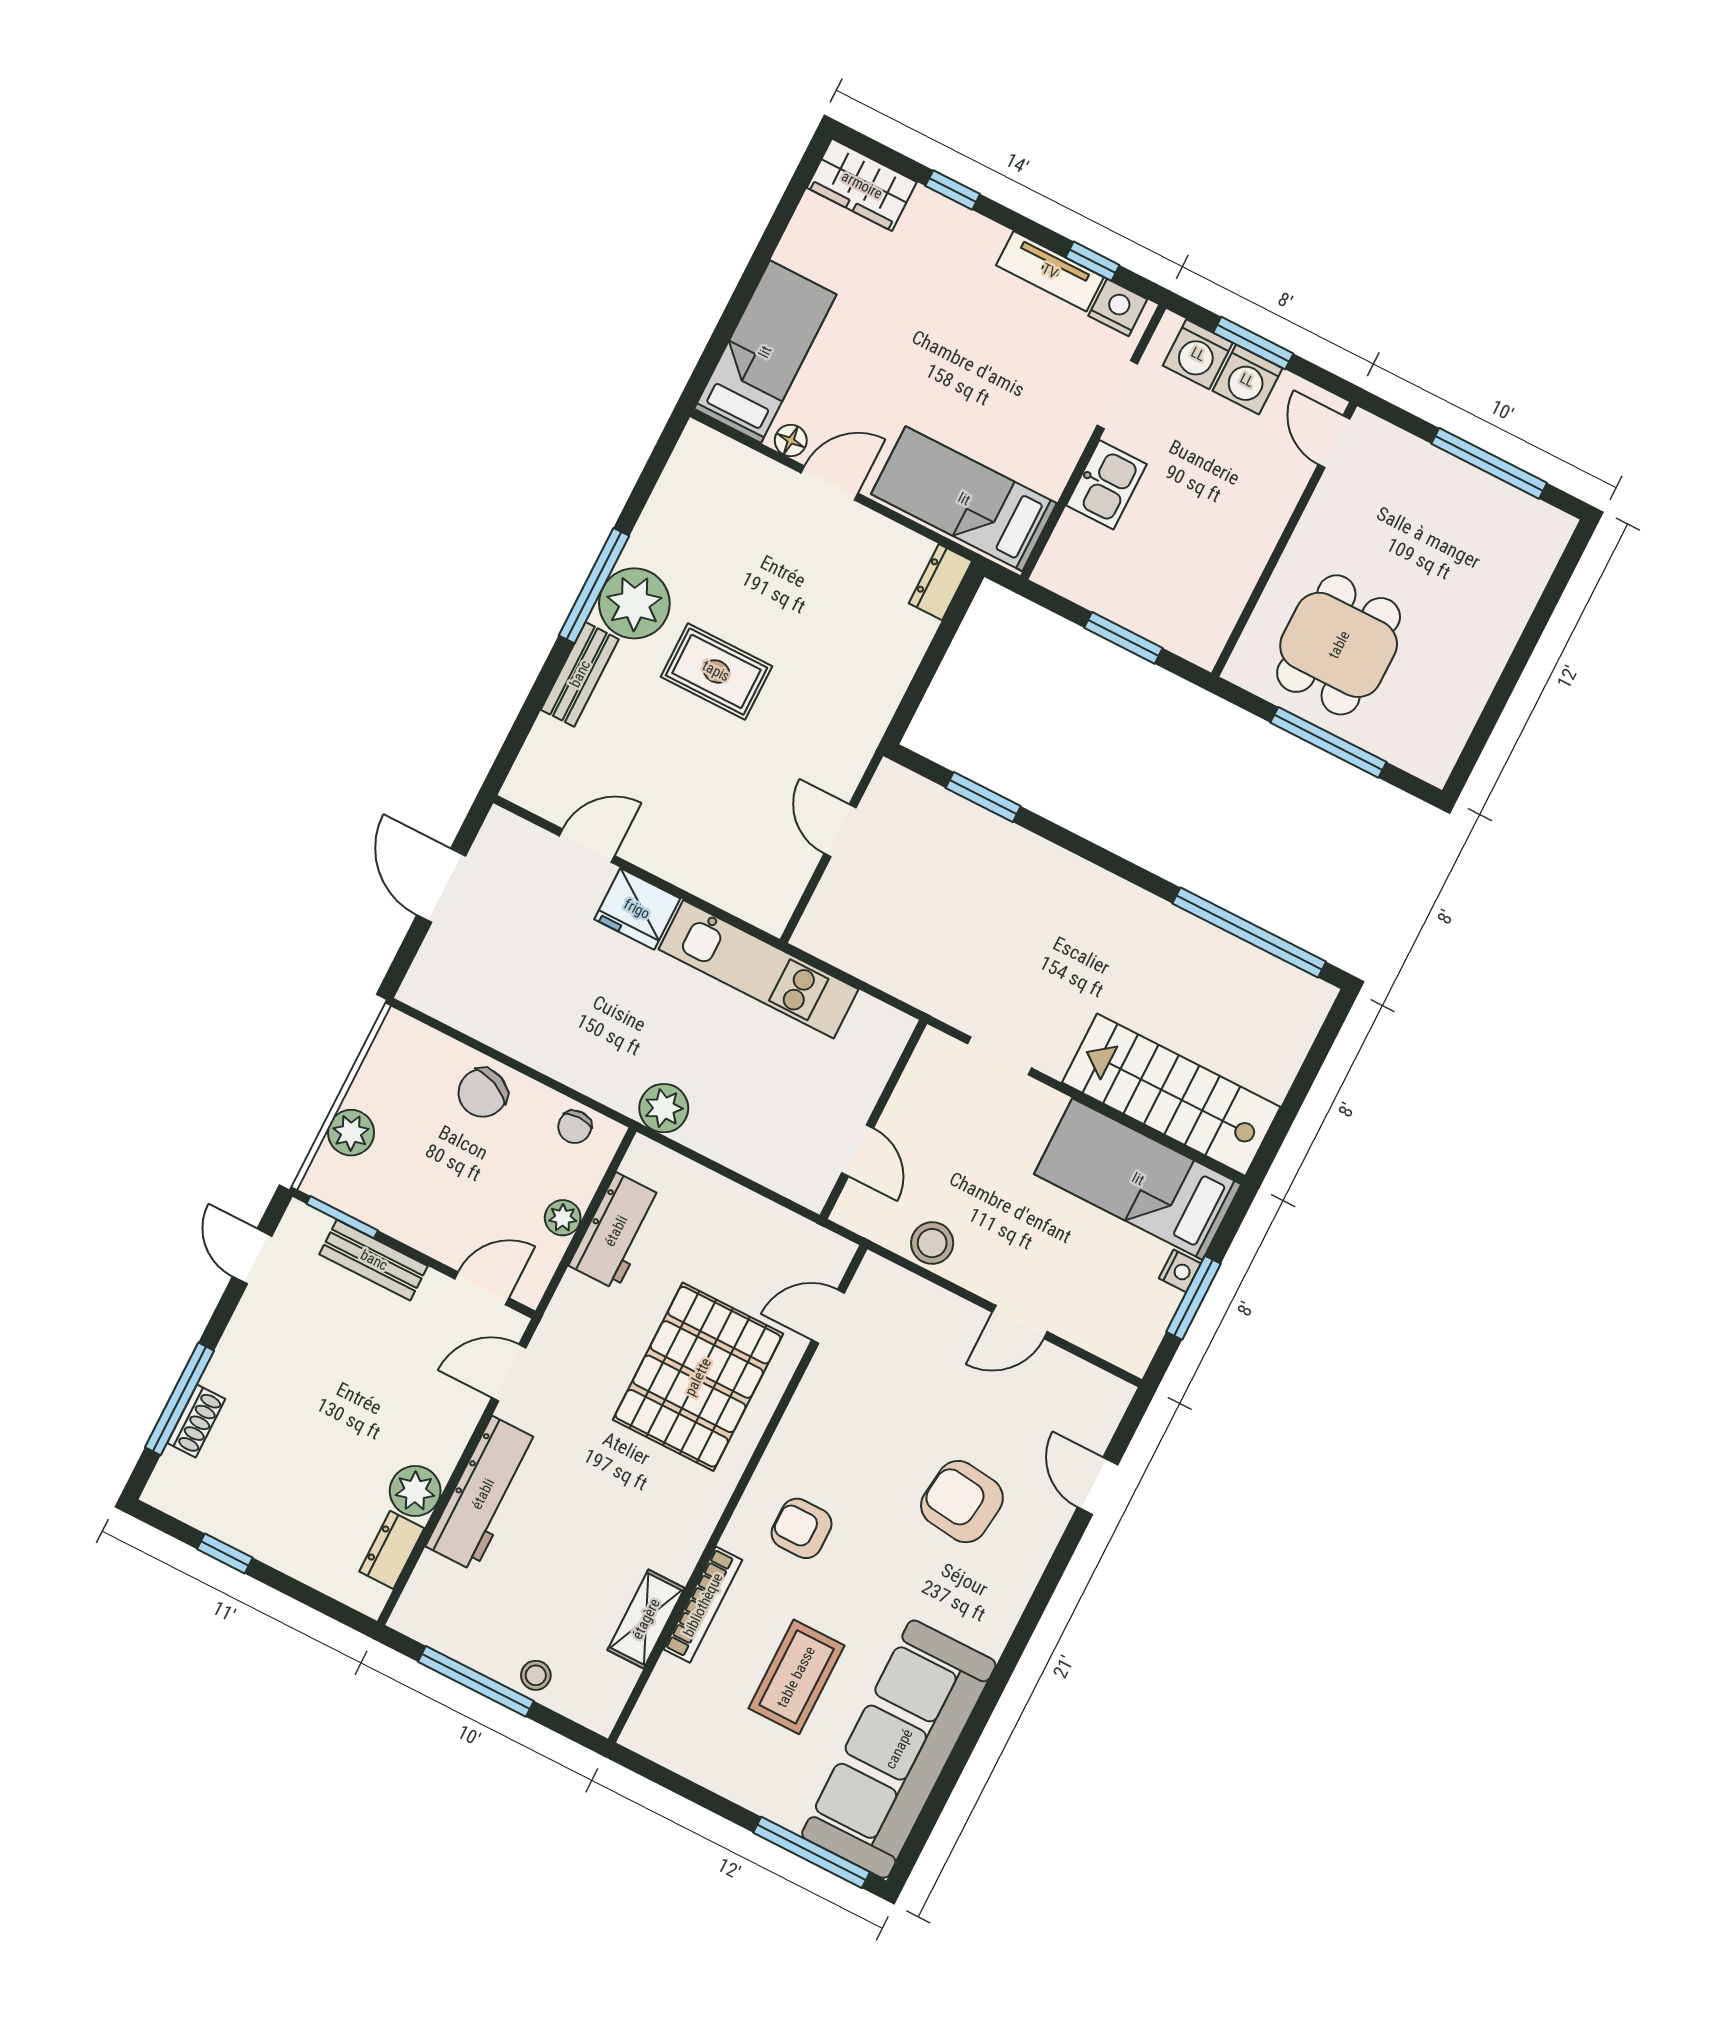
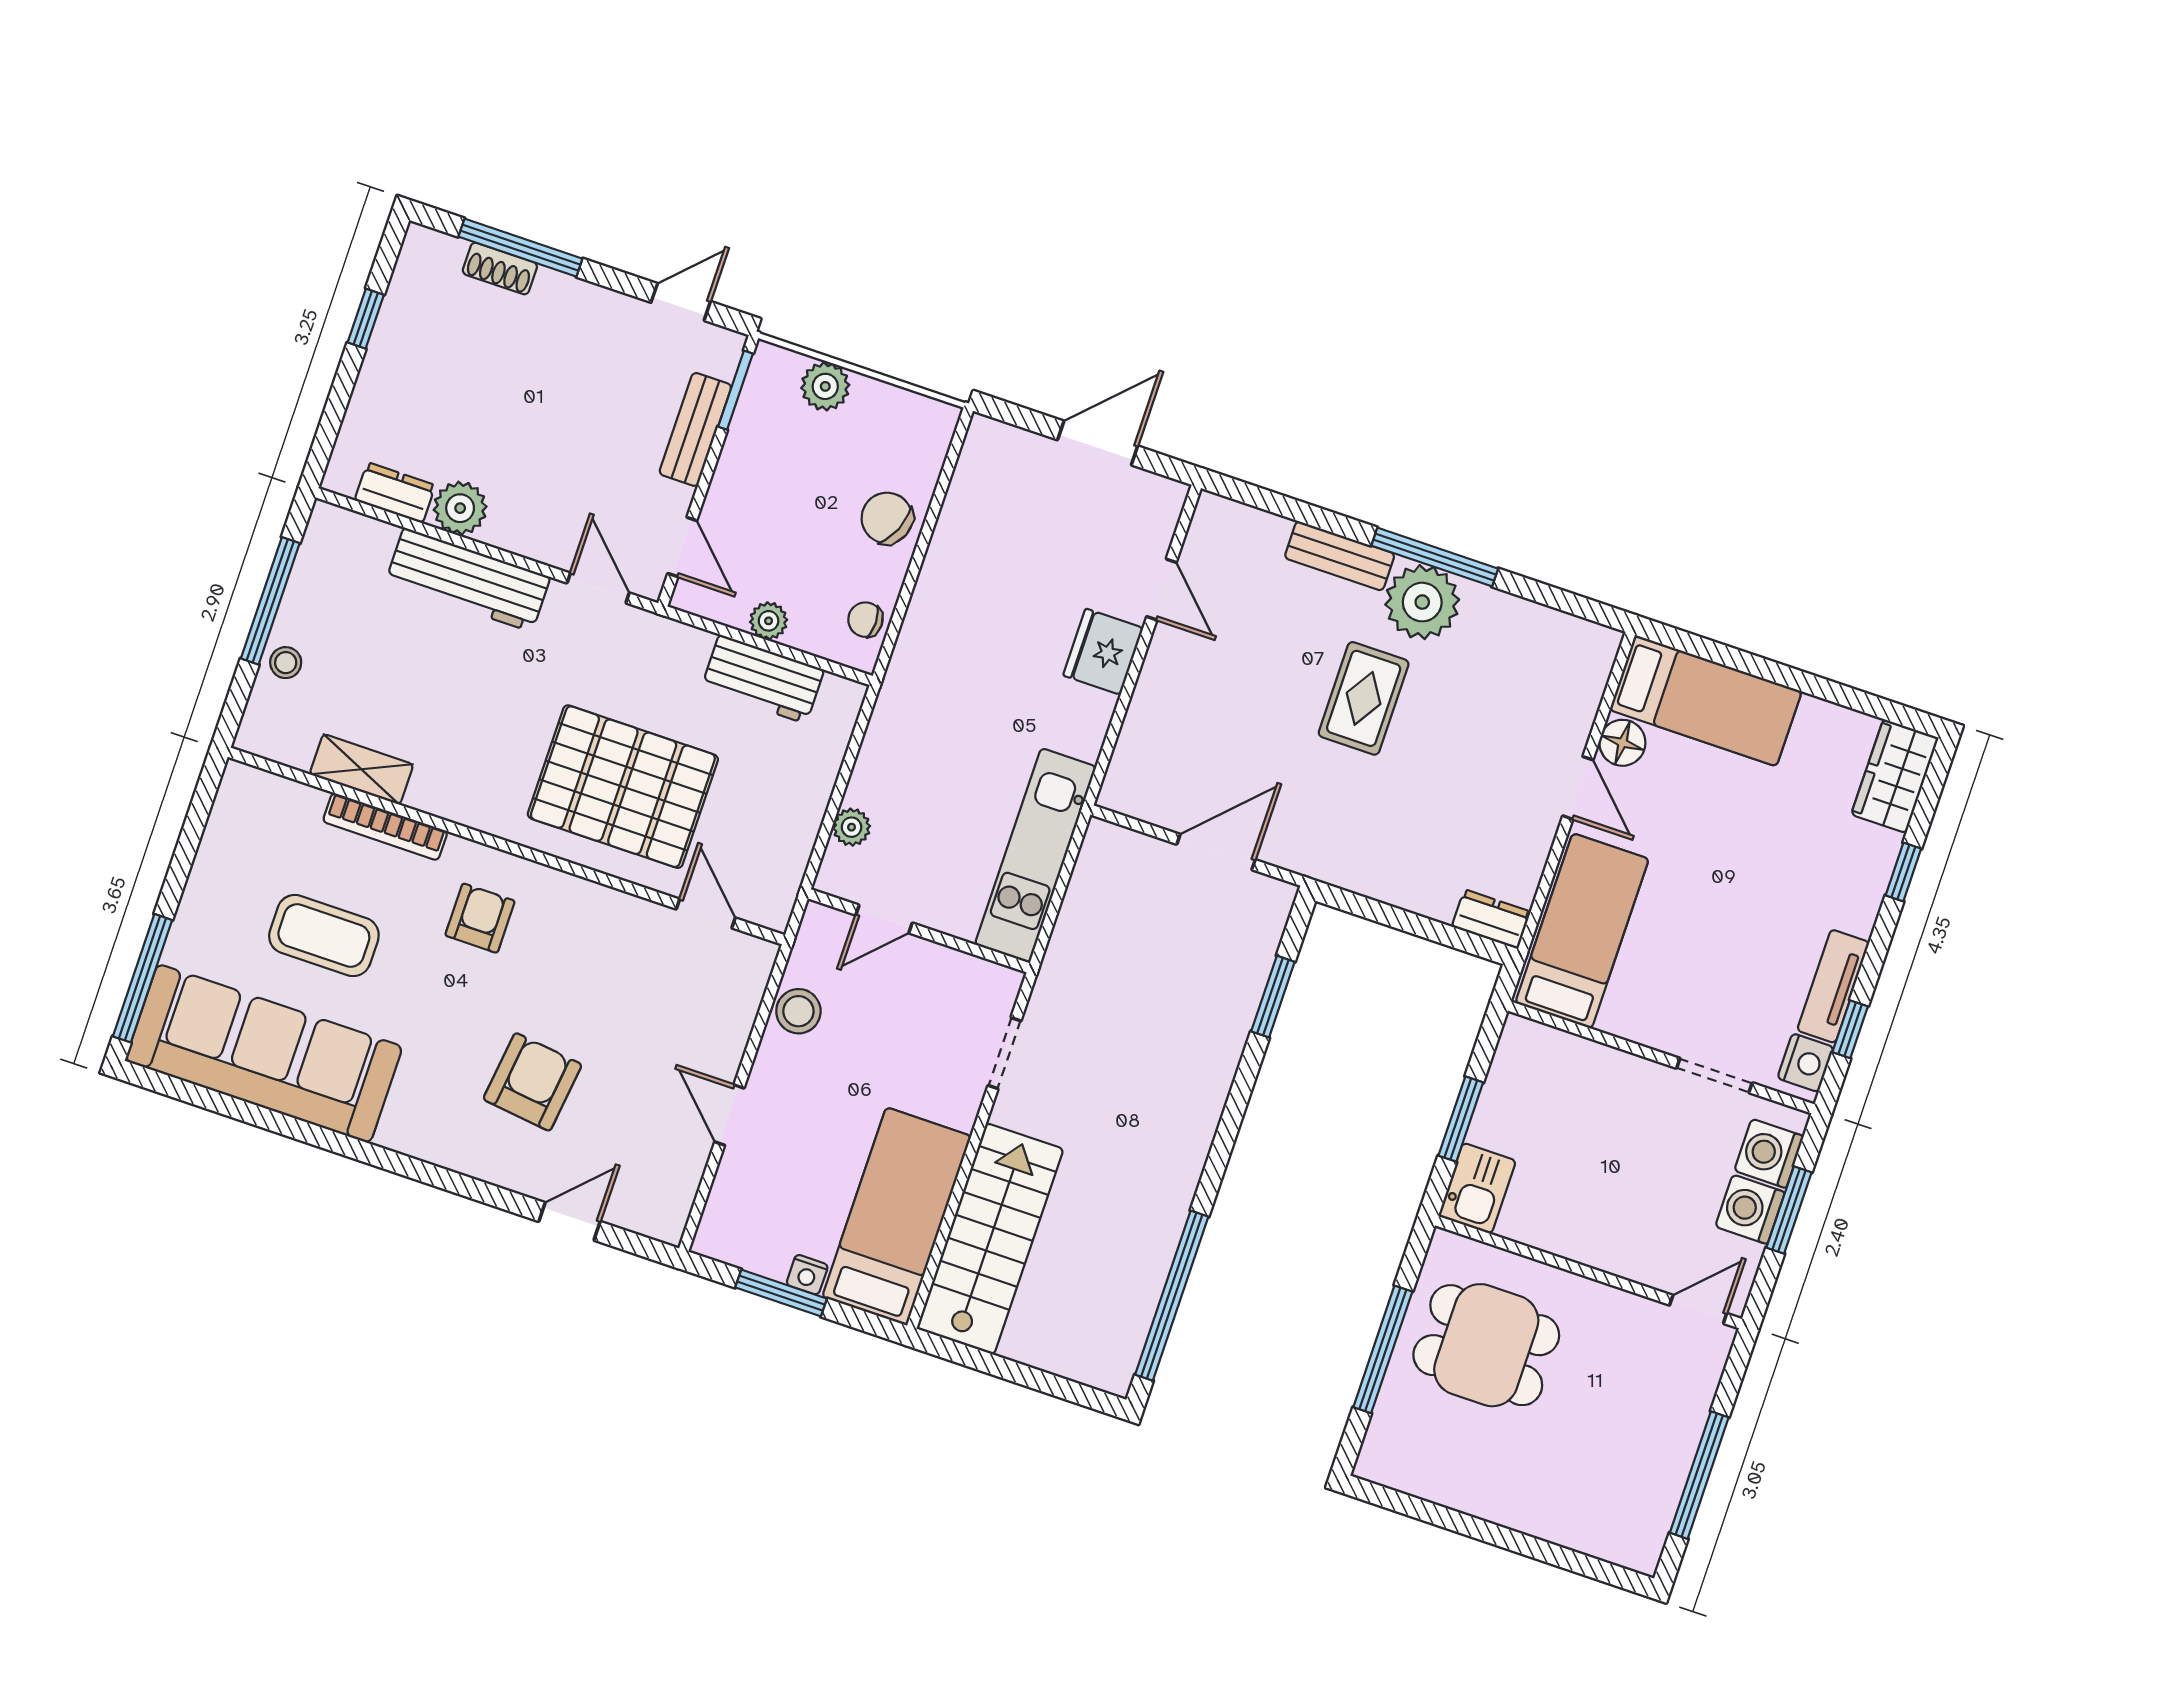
floor lamp: (791, 440) -> (1622, 743), width x1.37, depth x1.37
kitchen sink: (1106, 485) -> (1477, 1188), moved, turned -90
door: (840, 831) -> (1216, 852), width x1.38
kitchen unit: (758, 969) -> (1035, 856), moved
plant: (664, 1108) -> (852, 827), moved, width x0.73, depth x0.73

